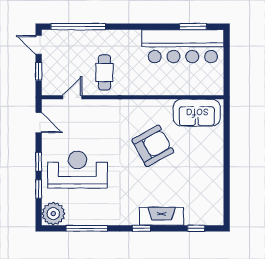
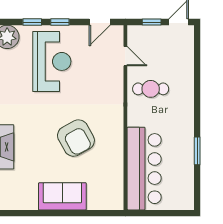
window: (78, 27) -> (197, 62), removed
window: (193, 27) -> (197, 151), moved
bar counter: (183, 46) -> (144, 169), moved, turned 180
sofa: (197, 113) -> (62, 196), moved, turned 90

